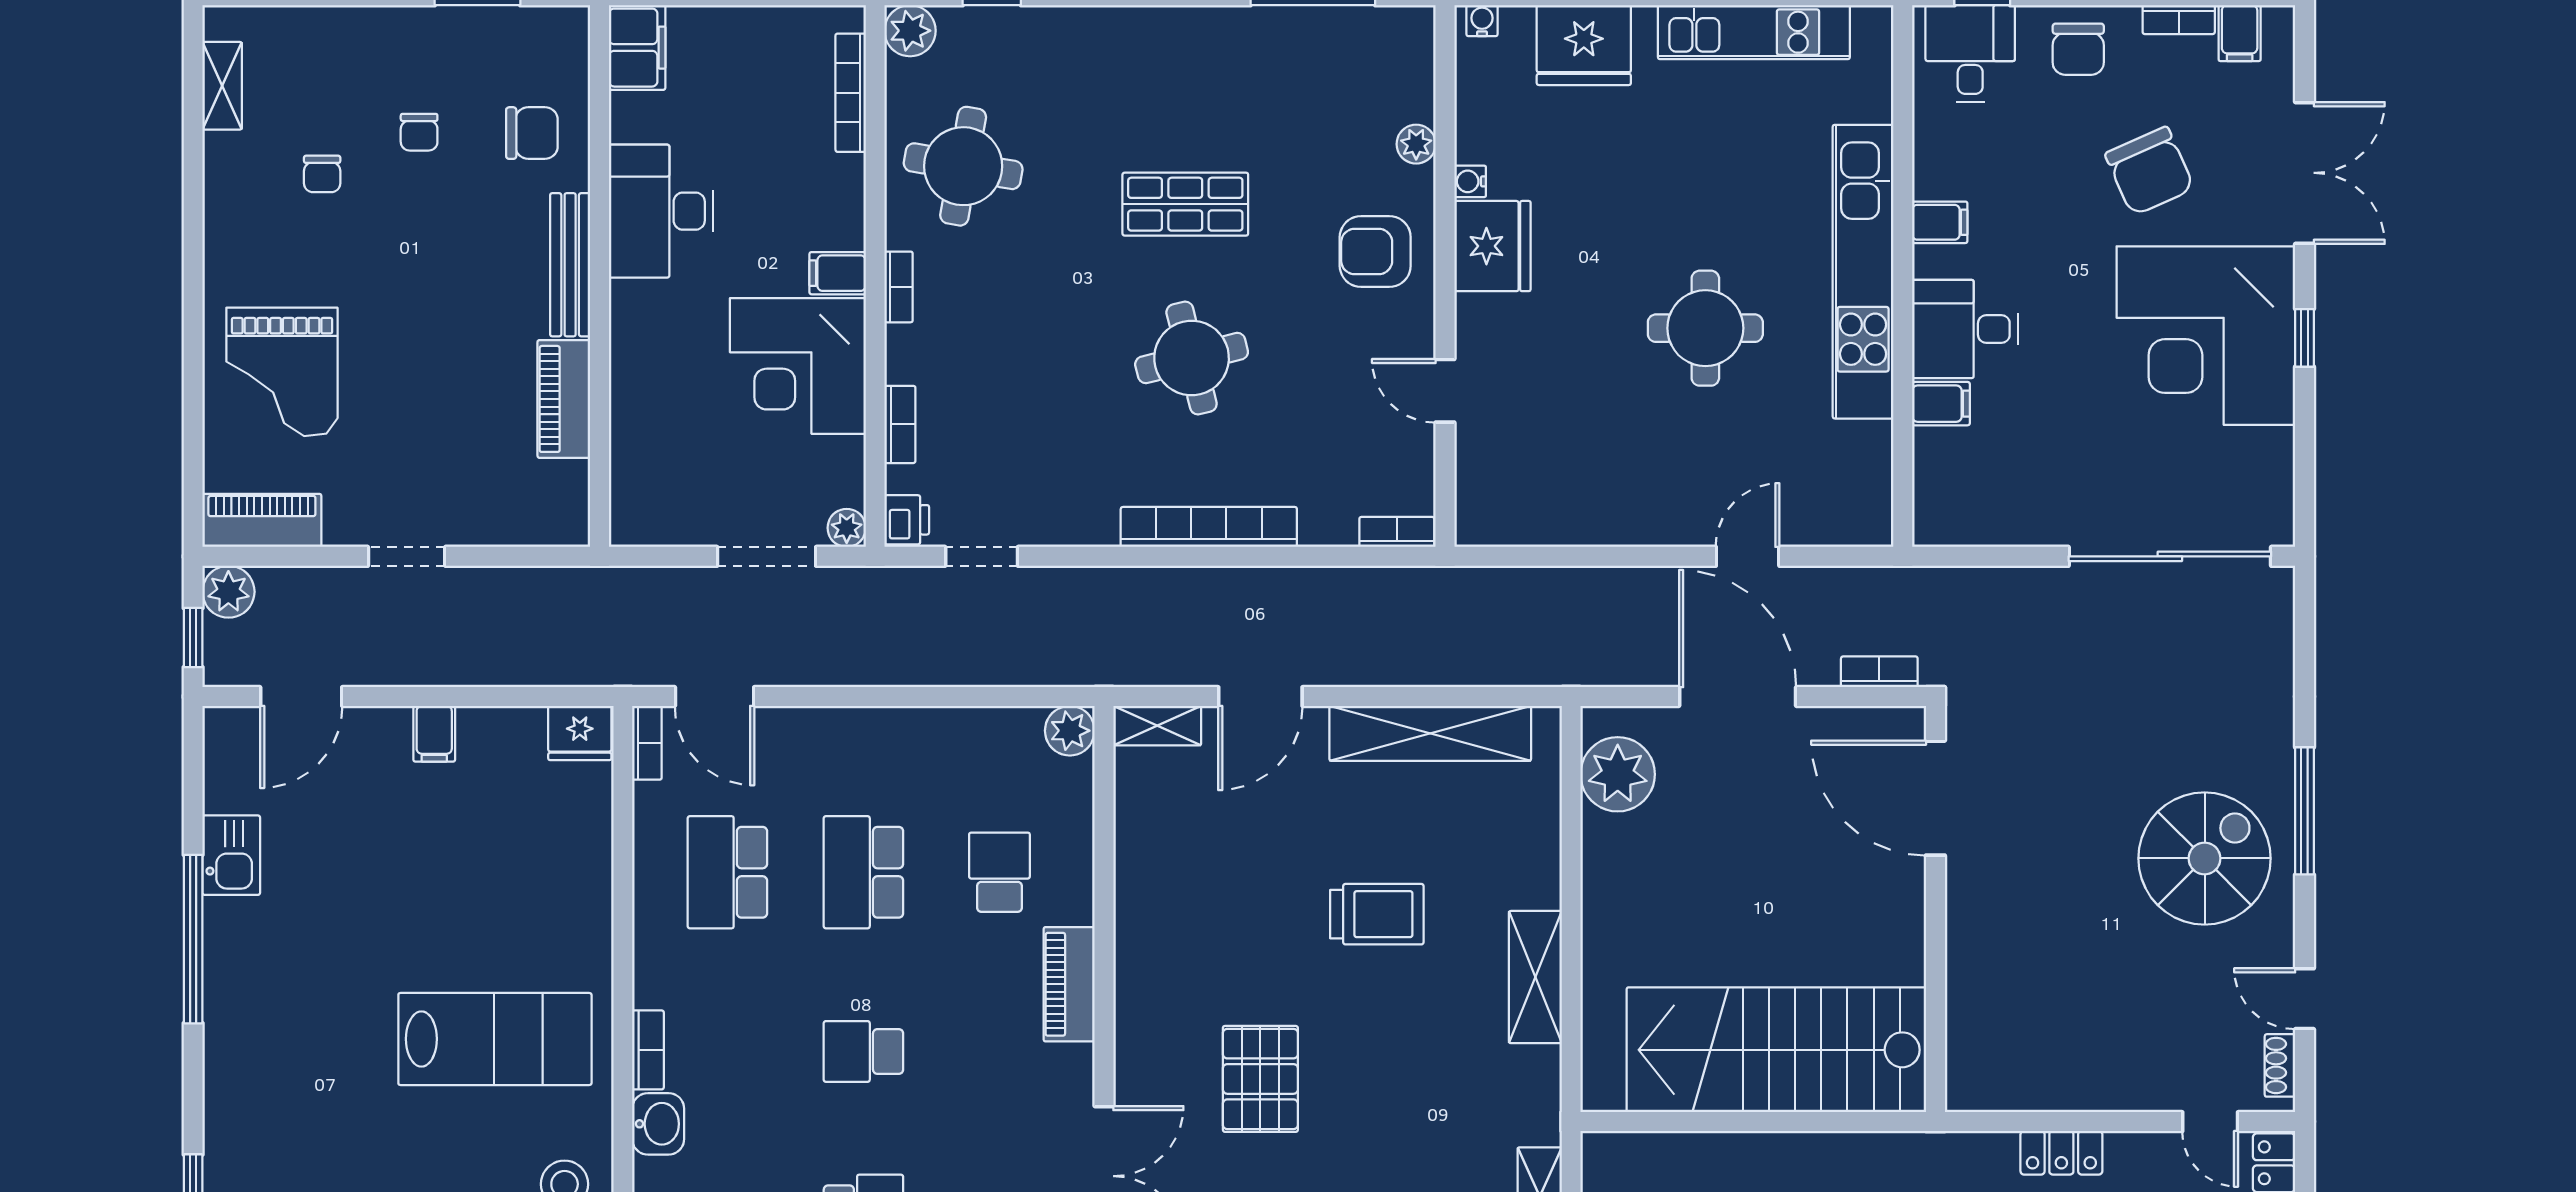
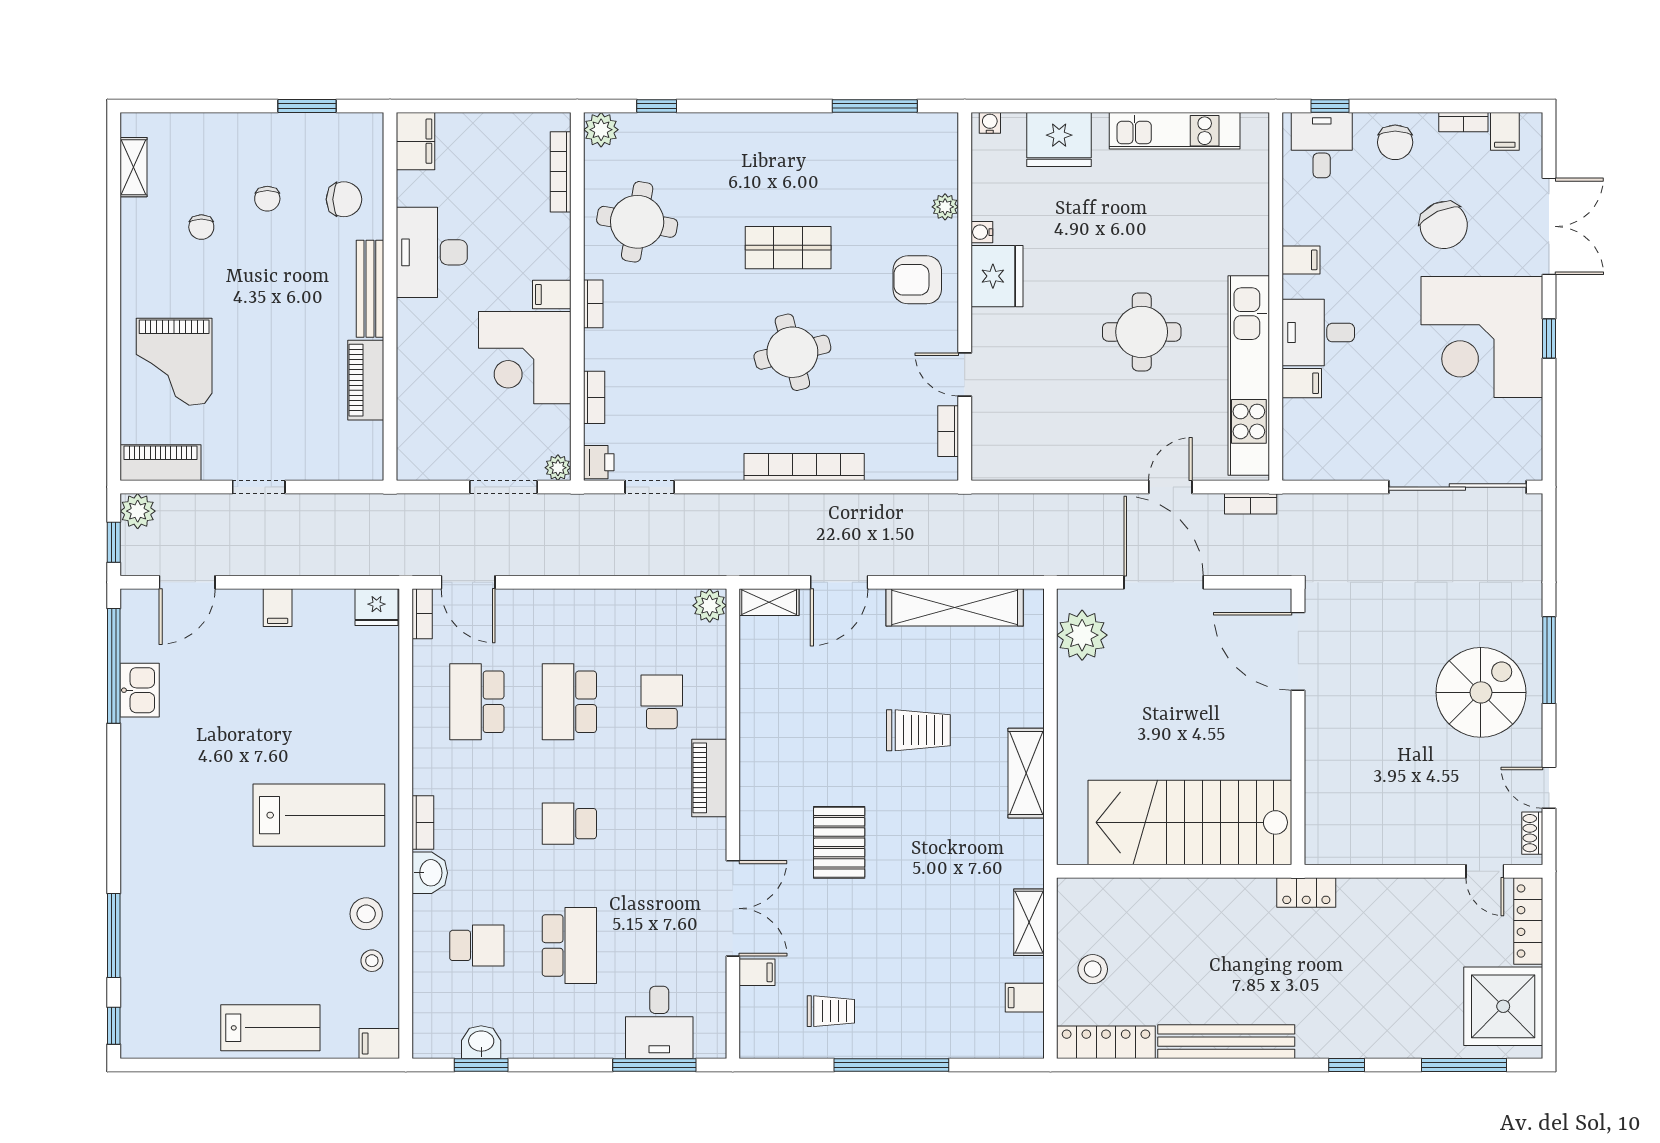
kitchen unit: (1863, 272) -> (1249, 376), moved
bookcase: (1397, 532) -> (948, 431), moved, turned -90
bookcase: (1879, 672) -> (1251, 504), moved, turned 180
window: (193, 939) -> (114, 666), moved
locker: (2061, 1153) -> (1306, 892), moved

